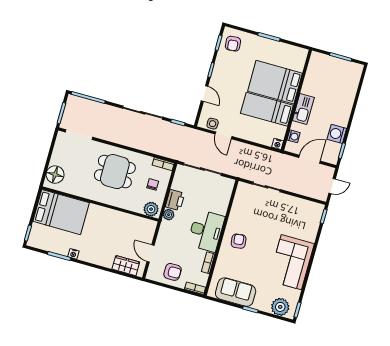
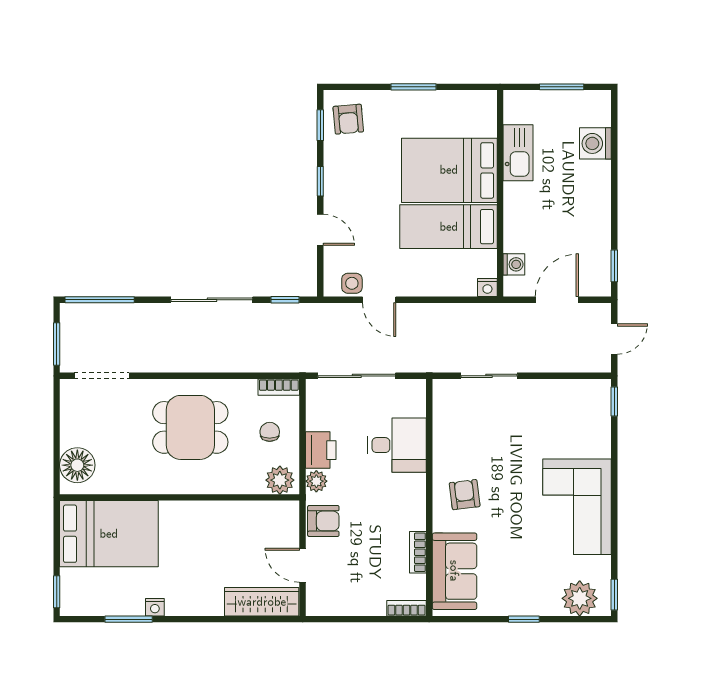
kitchen sink: (303, 109) -> (518, 153), moved
washing machine: (337, 134) -> (595, 143), moved
desk: (206, 231) -> (397, 445), moved, width x0.73
wardrobe: (126, 266) -> (262, 602), width x1.50
armchair: (173, 272) -> (323, 521), moved
sofa: (236, 292) -> (454, 571), moved, turned 90

